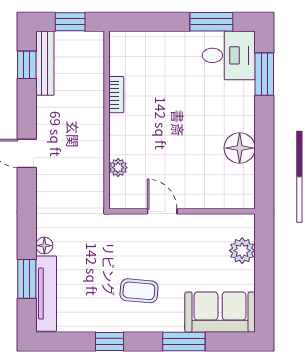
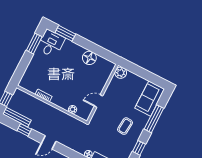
window: (27, 65) -> (24, 130), moved
plant: (242, 251) -> (121, 73), moved
window: (184, 341) -> (154, 119), width x1.44

